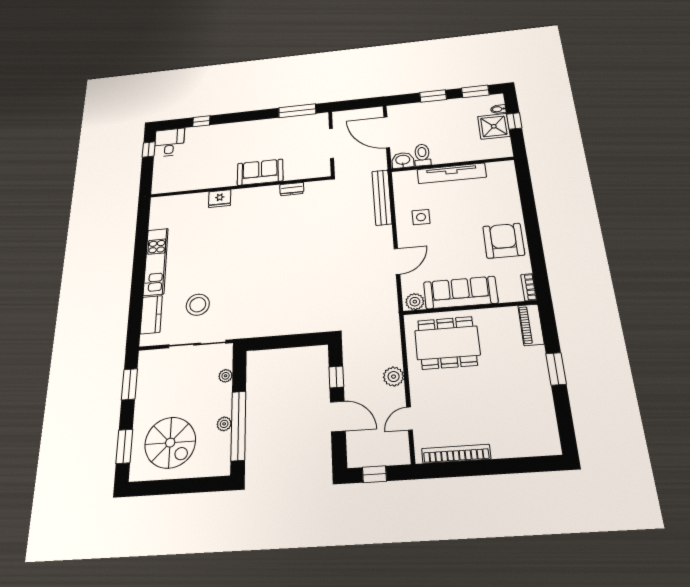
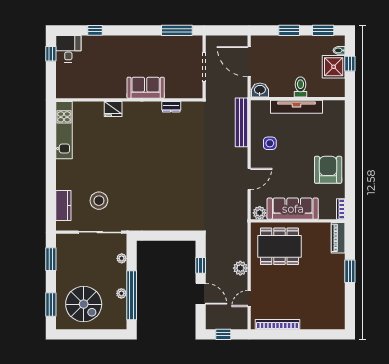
toilet: (422, 155) -> (300, 87), moved
kitchen unit: (156, 262) -> (64, 130), moved

